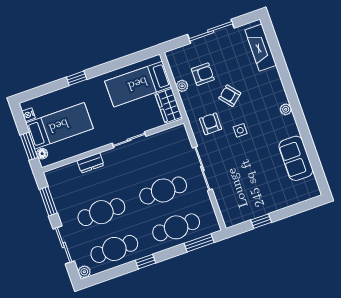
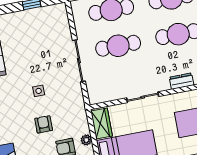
armchair: (230, 96) -> (44, 124), turned -140
armchair: (211, 124) -> (65, 101), removed

